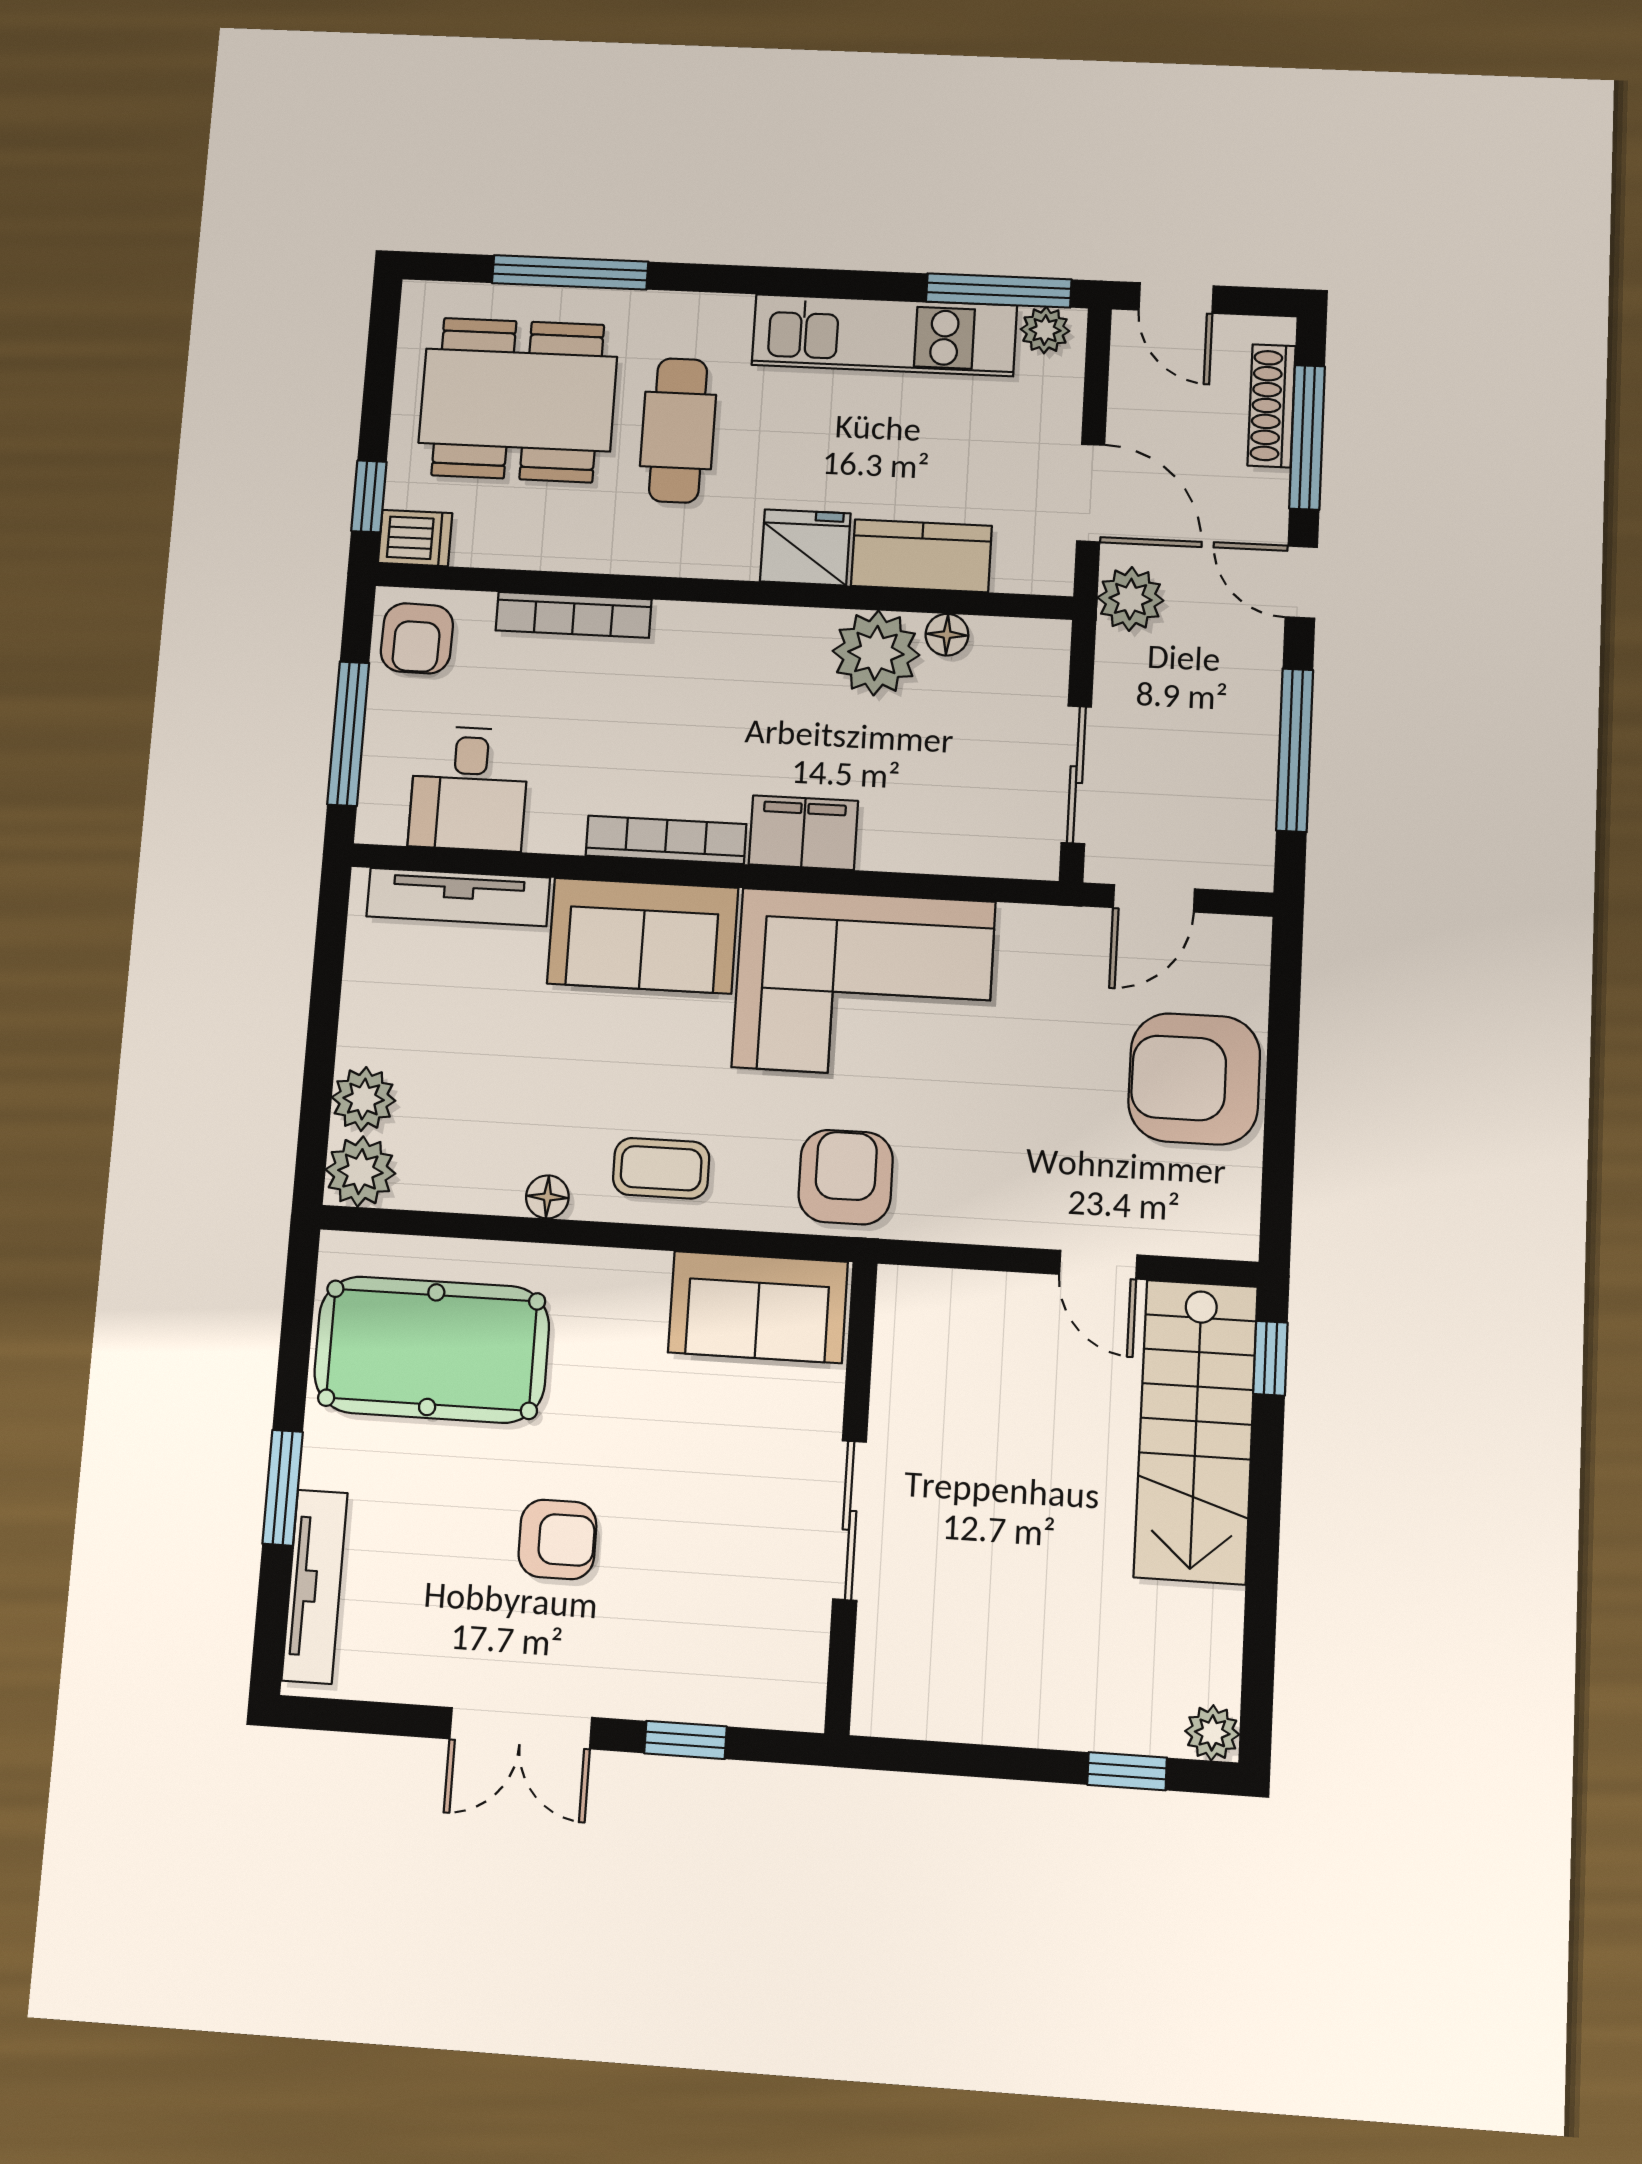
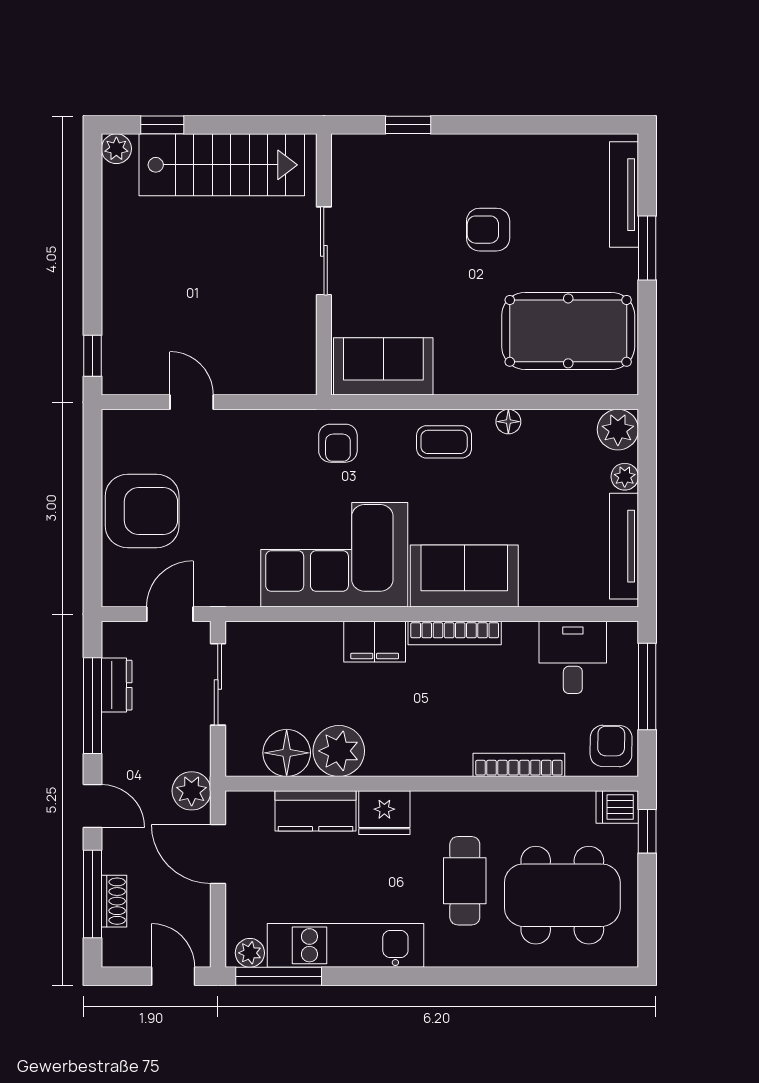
window: (570, 272) -> (537, 976), removed
shoe rack: (1272, 406) -> (114, 901), width x0.70
floor lamp: (947, 635) -> (287, 753), width x1.89, depth x1.89
dresser: (1251, 783) -> (117, 685), added
tv unit: (458, 897) -> (624, 546), moved, turned -90
plant: (364, 1099) -> (625, 477), width x0.73, depth x0.73
armchair: (846, 1177) -> (338, 443), width x0.72, depth x0.72
stairs: (1196, 1431) -> (222, 165), moved, turned 90
double door: (521, 1728) -> (501, 125), removed

